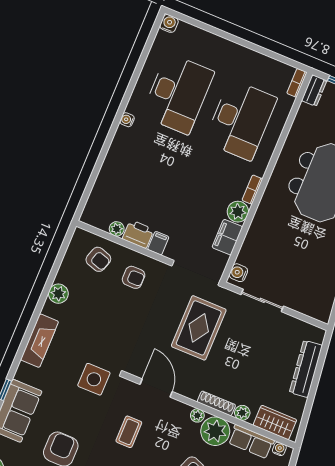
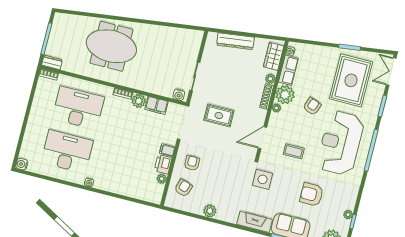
rug: (199, 328) -> (219, 115), width x0.73, depth x0.70
fireplace: (40, 341) -> (255, 222), moved

